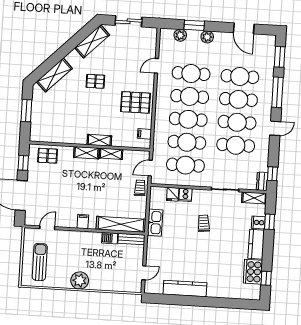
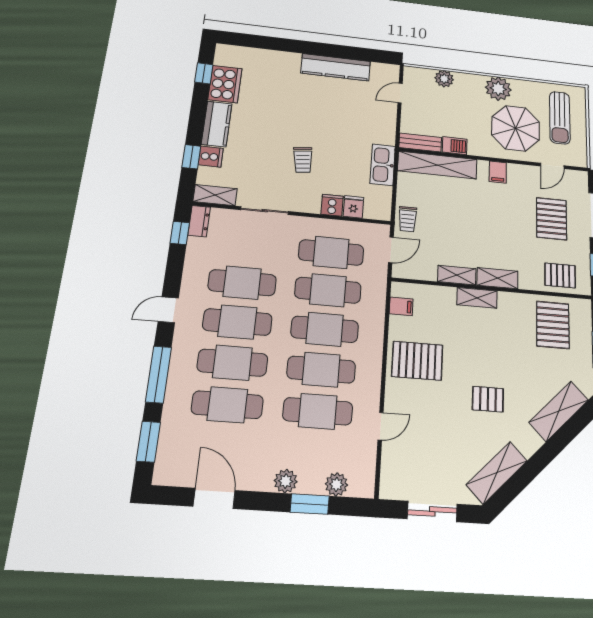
pallet: (54, 125) -> (553, 325), added
pallet: (50, 192) -> (552, 219), added
parasol: (70, 253) -> (516, 128), added
plant: (115, 285) -> (444, 79), added

